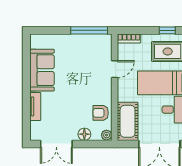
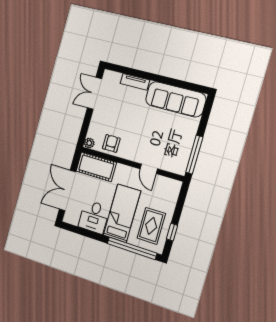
bookcase: (129, 38) -> (175, 192), removed
sofa: (42, 70) -> (176, 99), width x1.36
floor lamp: (84, 134) -> (96, 122), removed

